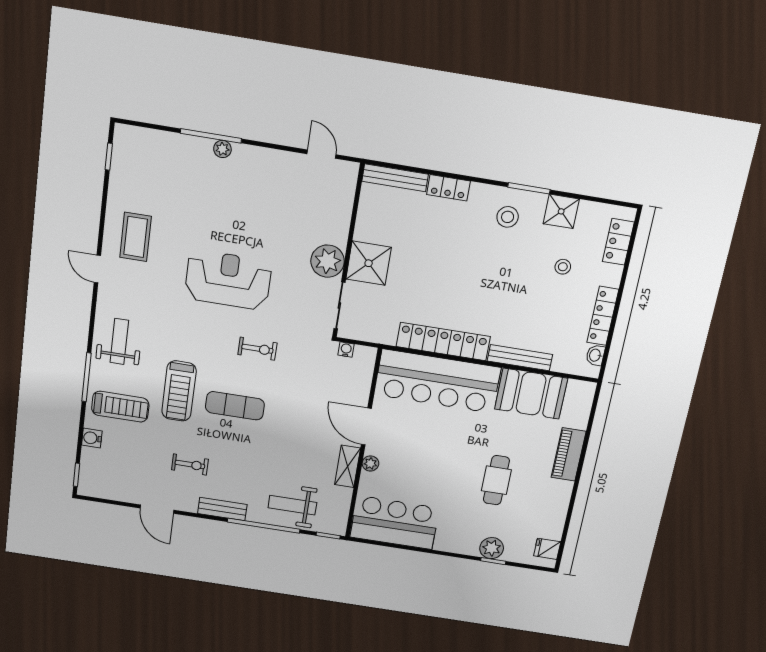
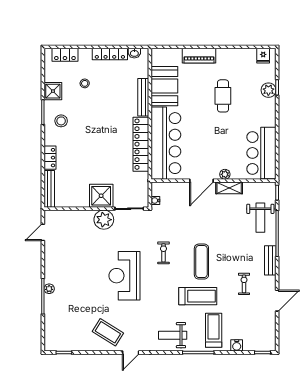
coffee table: (136, 237) -> (108, 332), turned 32
cafe table: (496, 480) -> (223, 96), turned 90

